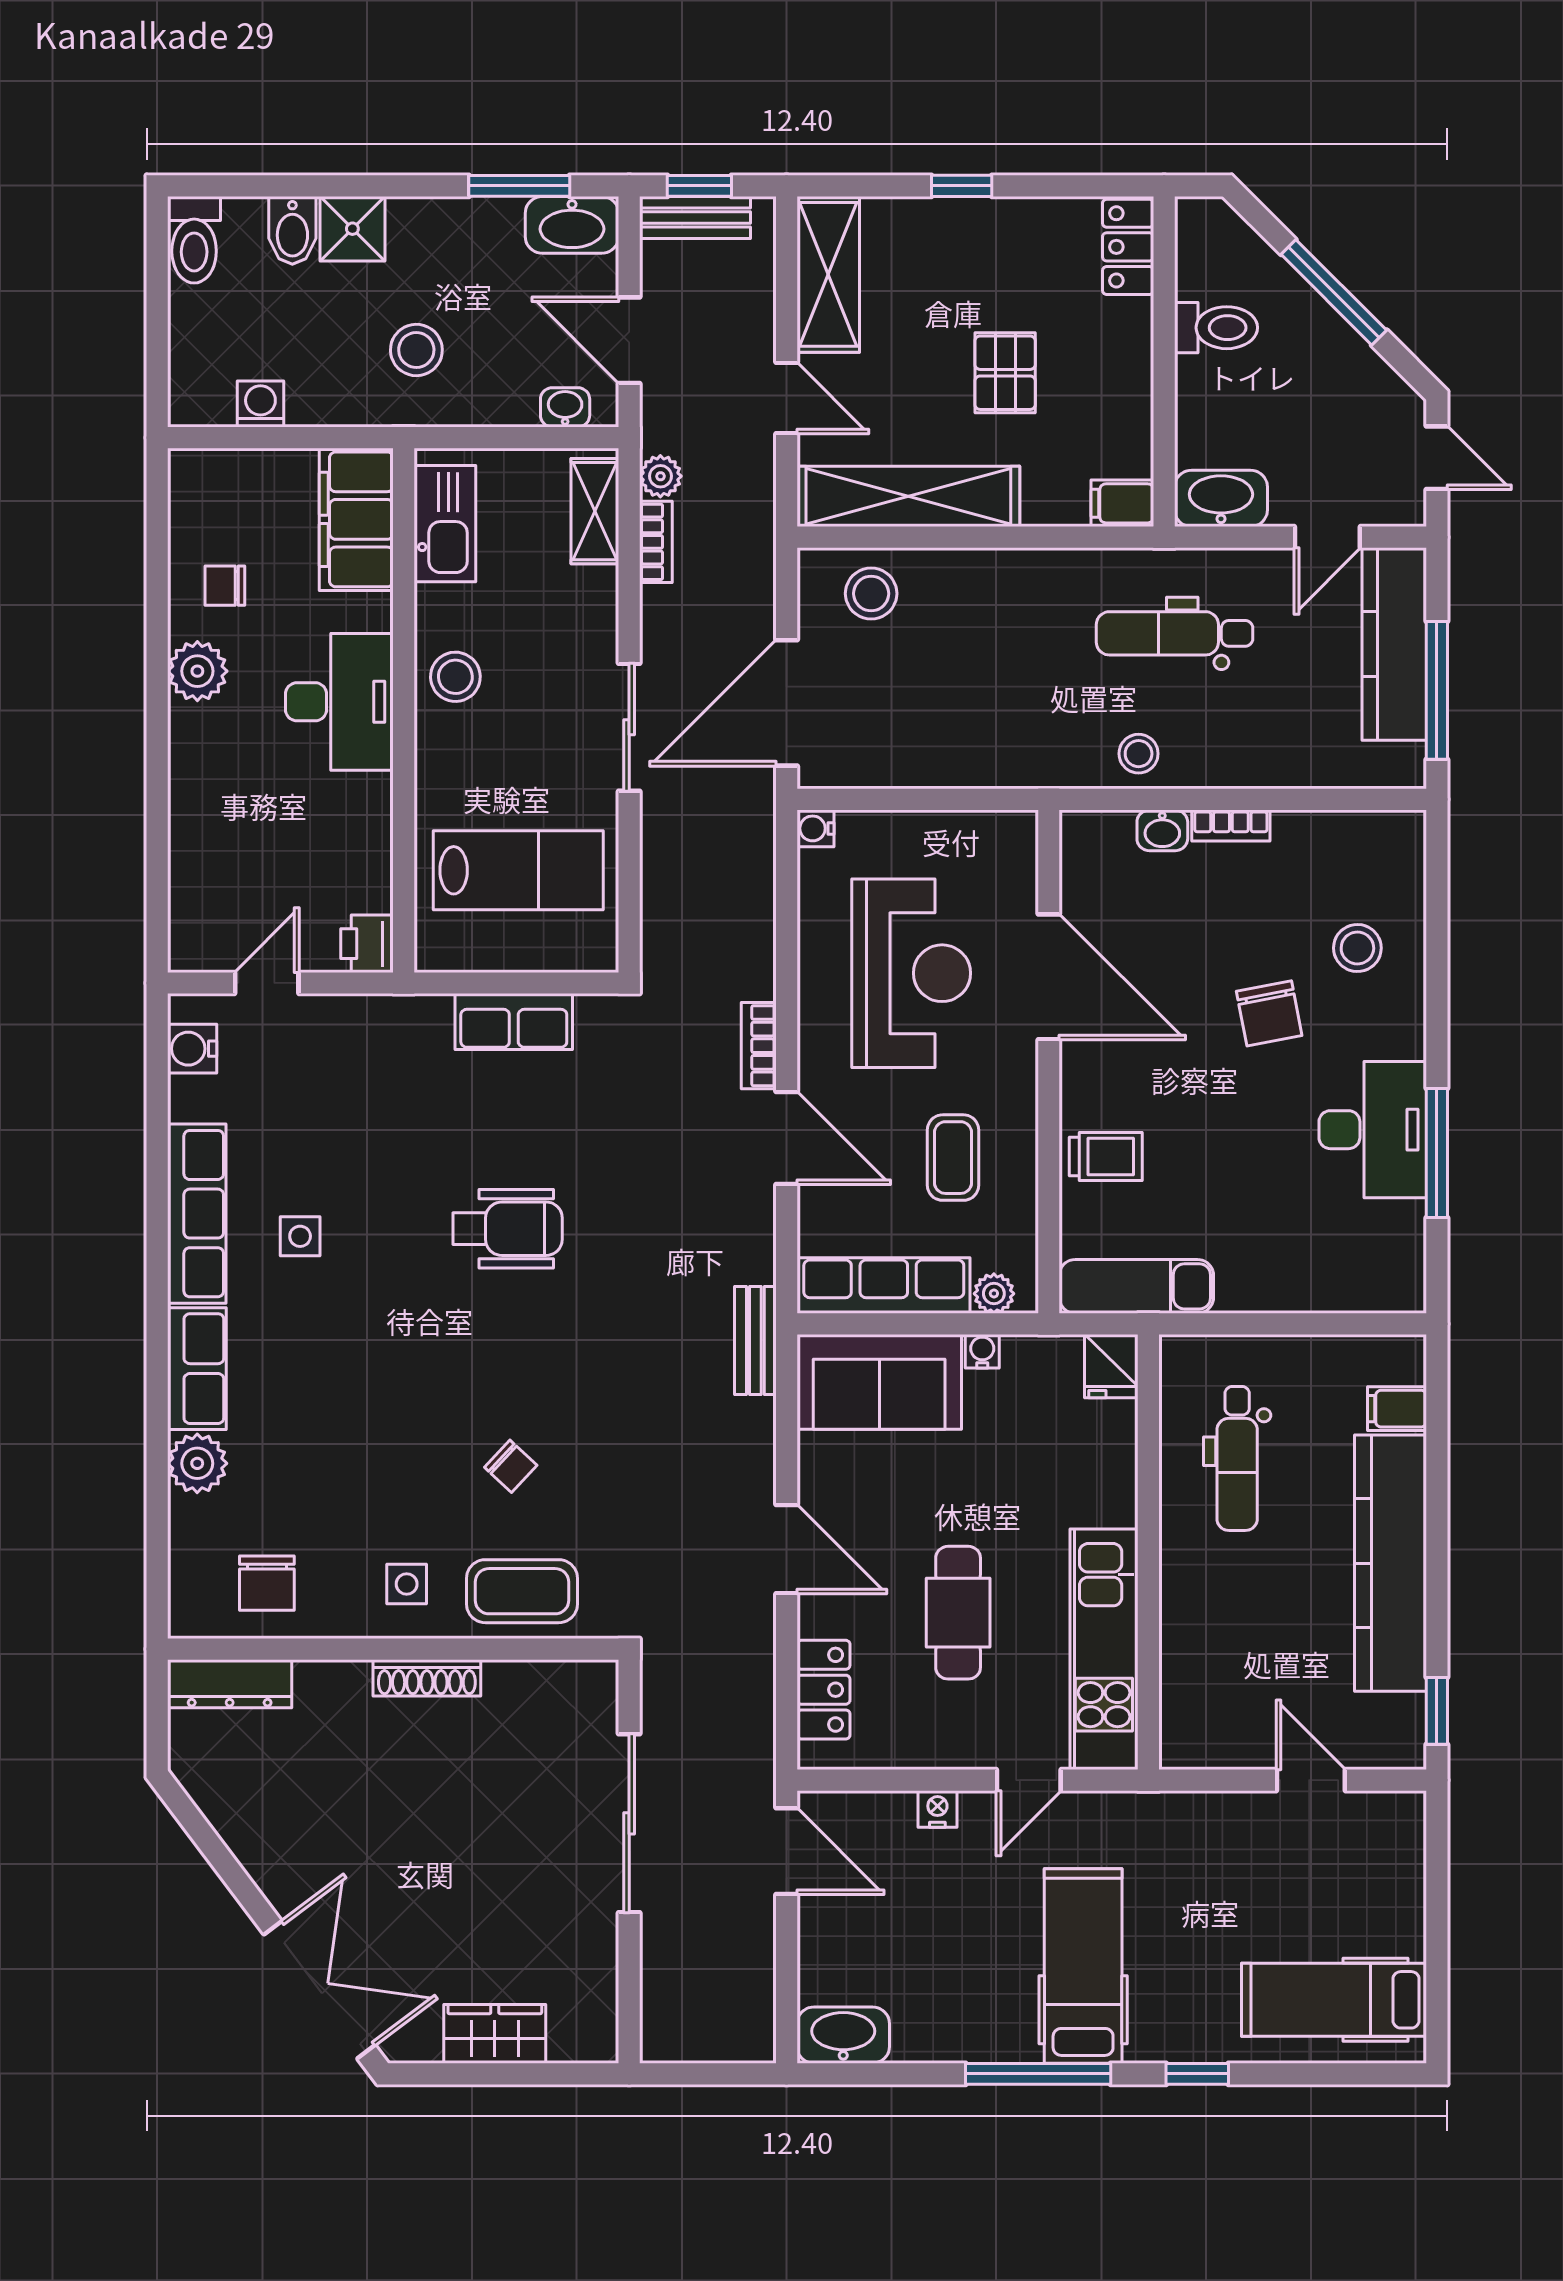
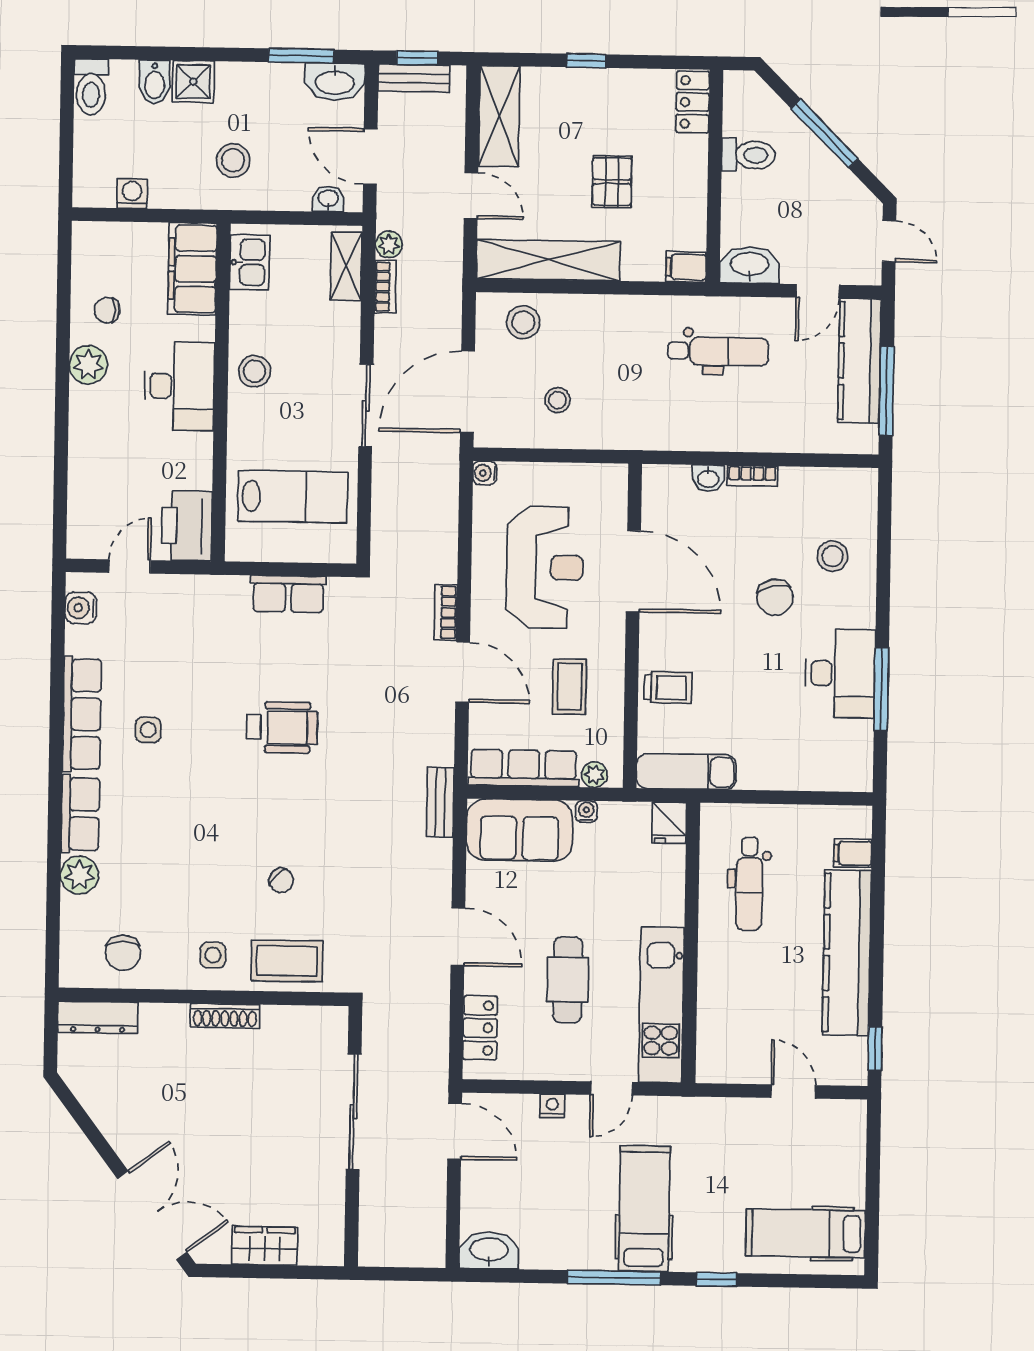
kitchen sink: (445, 524) -> (250, 262), width x0.73
dental chair: (1175, 633) -> (718, 351), turned 180
stool: (1139, 754) -> (558, 400), moved
printer: (367, 944) -> (187, 526), width x1.87, depth x1.48

